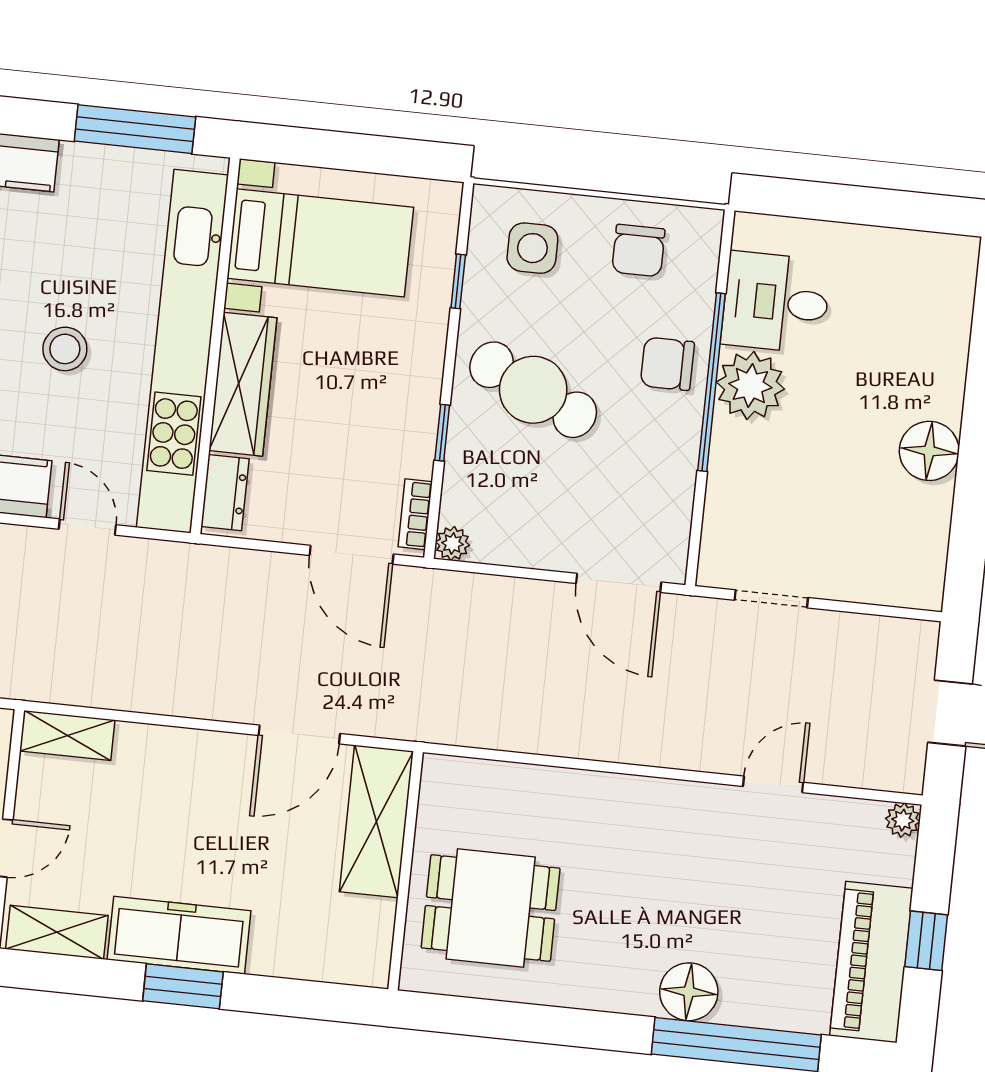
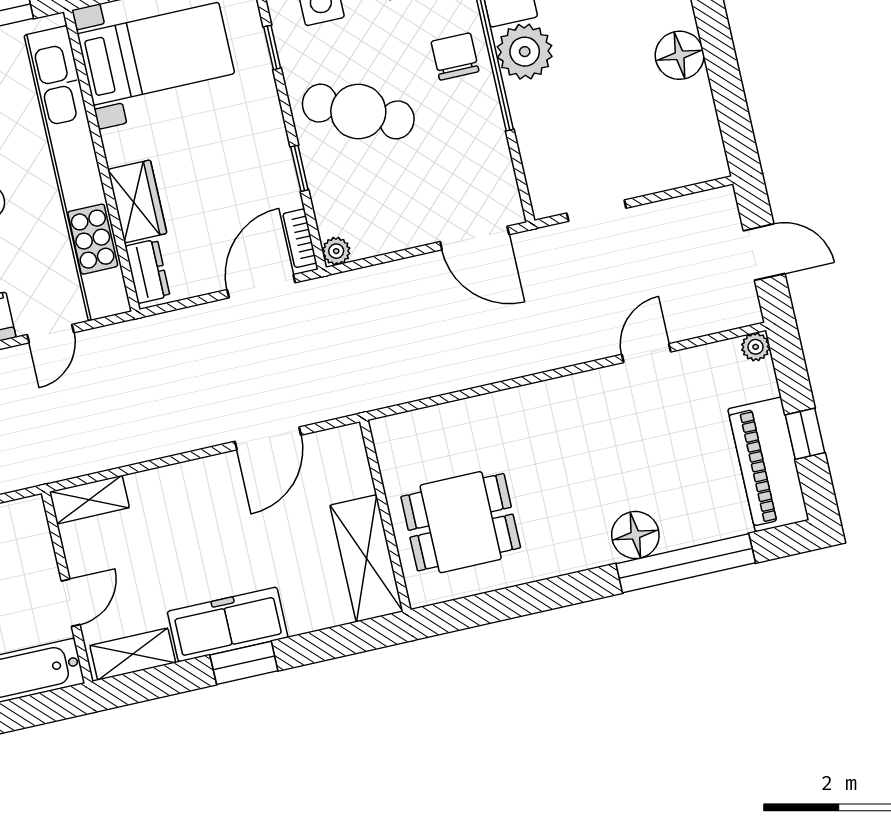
chair: (667, 364) -> (455, 56), turned 90
wardrobe: (243, 384) -> (137, 201), width x0.67
door: (87, 527) -> (50, 334), swing flipped
door: (351, 555) -> (261, 286), swing flipped
shelving: (376, 821) -> (366, 558), moved

